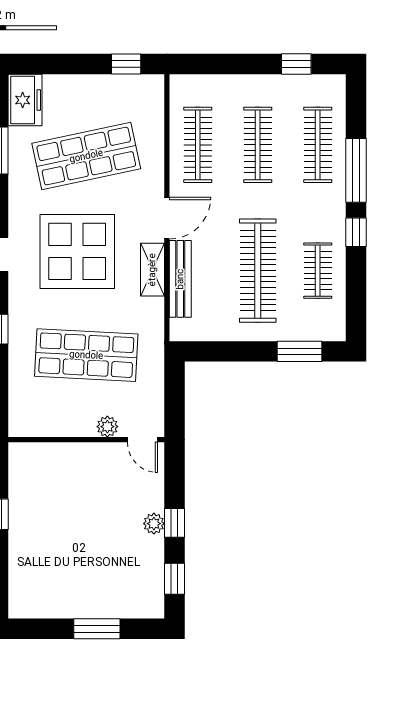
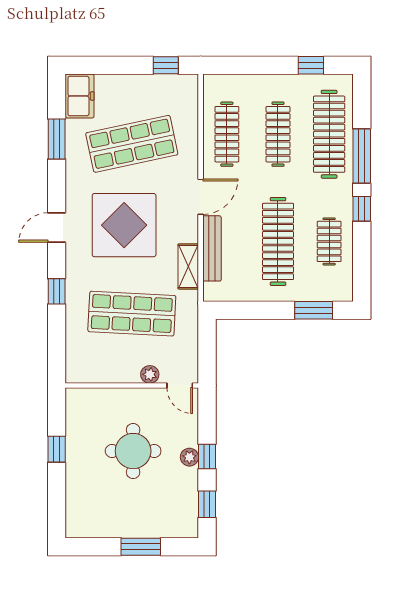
clothes rail: (318, 145) -> (329, 134), width x1.37, depth x1.31
shelving: (152, 270) -> (188, 266), moved
round table: (88, 516) -> (133, 451), added

